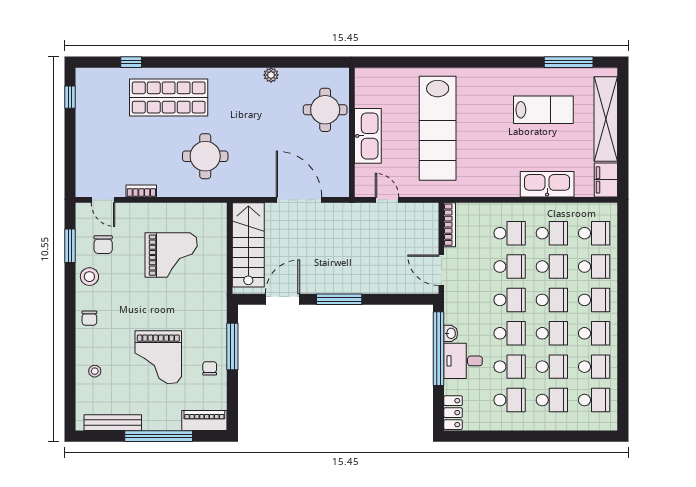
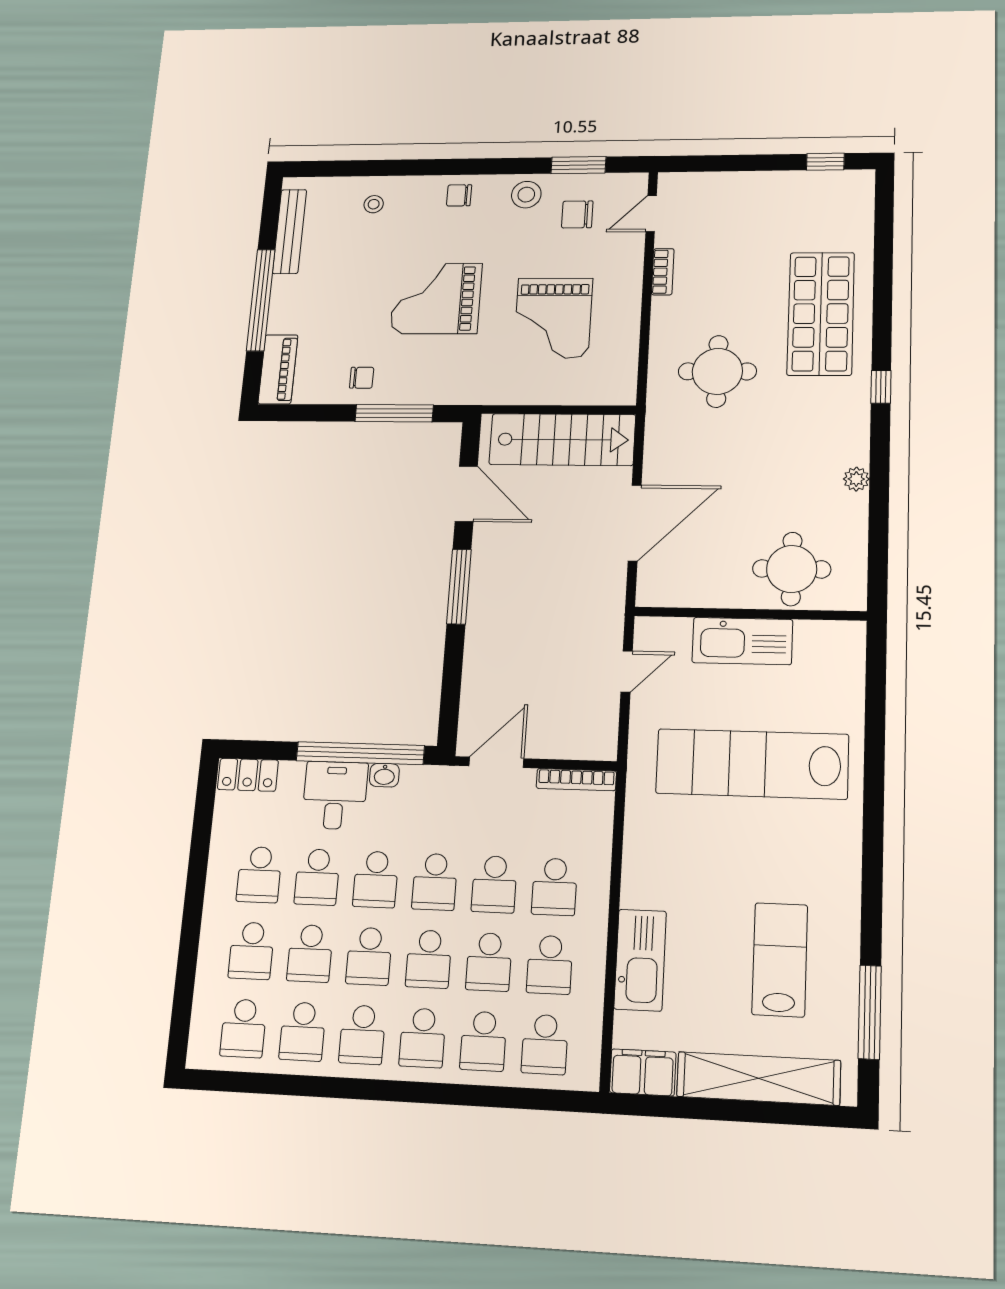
window: (131, 62) -> (881, 387), moved
lab bench: (543, 110) -> (780, 960), turned 180
grand piano: (158, 357) -> (436, 299), moved

